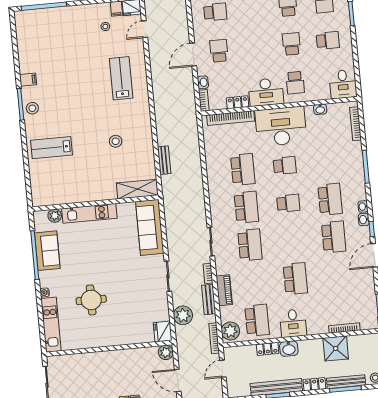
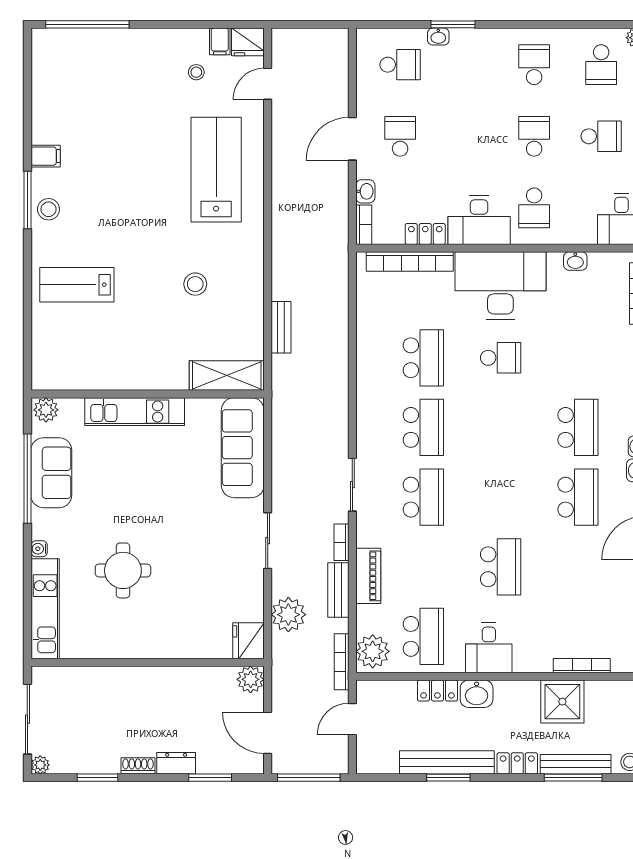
lab bench: (121, 78) -> (216, 170), width x1.36, depth x1.39
school desk: (288, 203) -> (501, 427), removed
plant: (55, 216) -> (46, 410), moved

